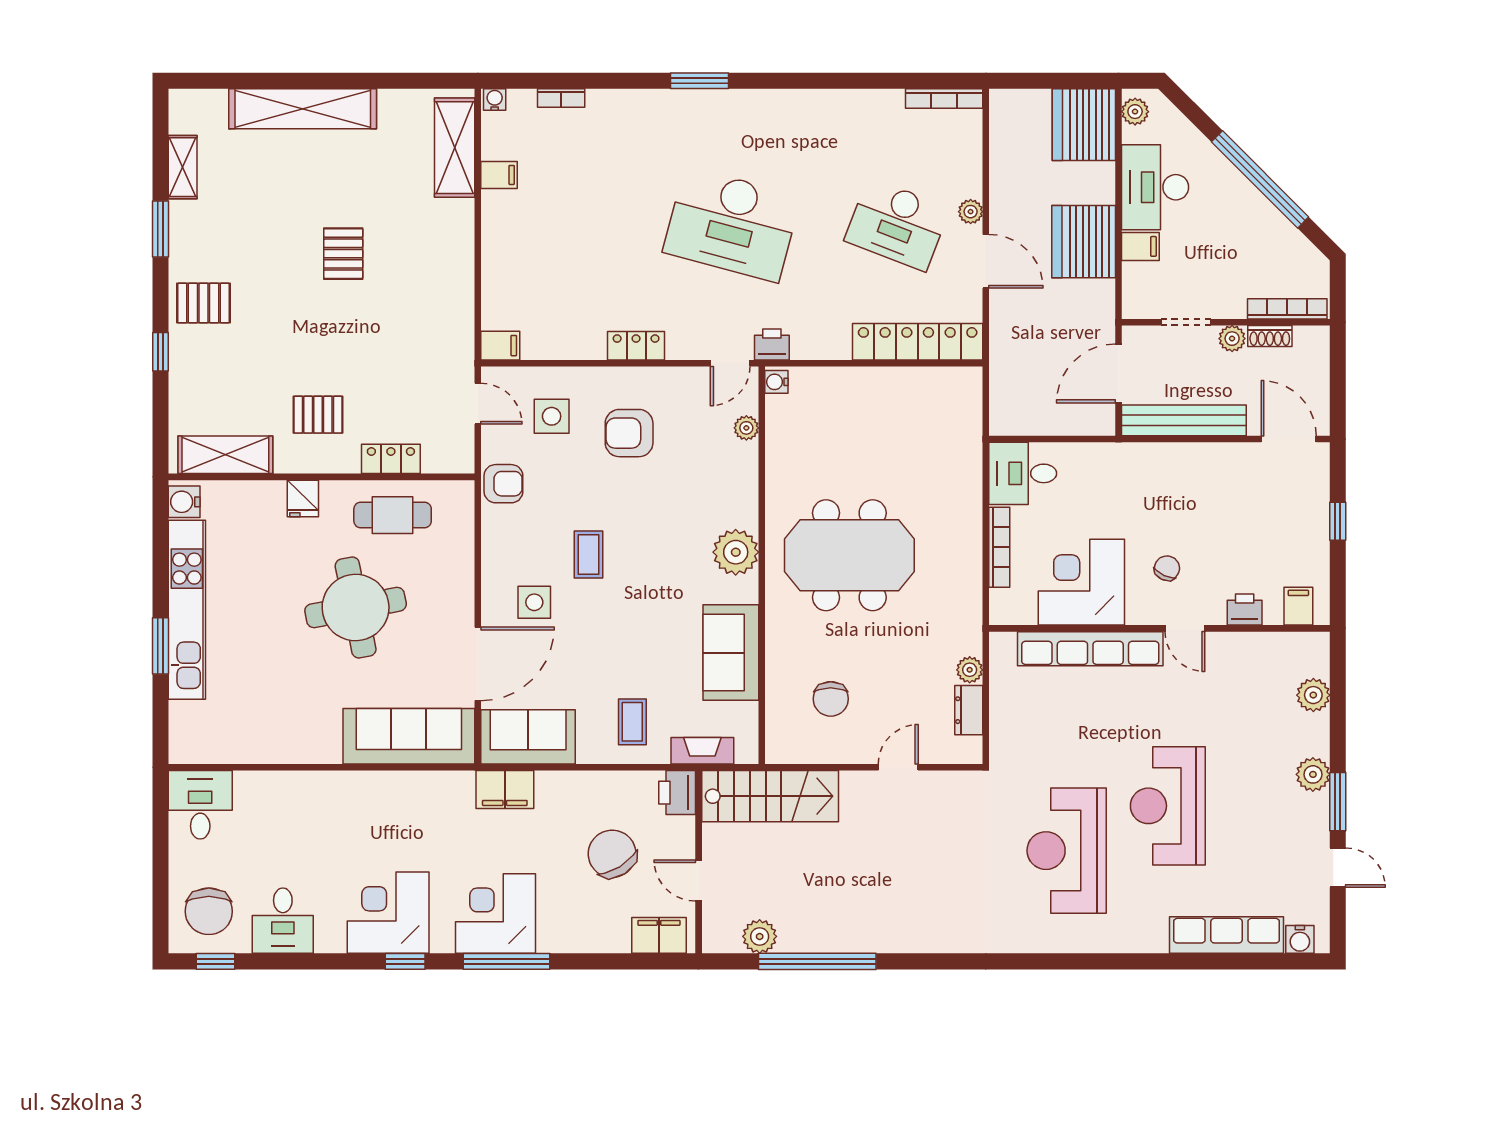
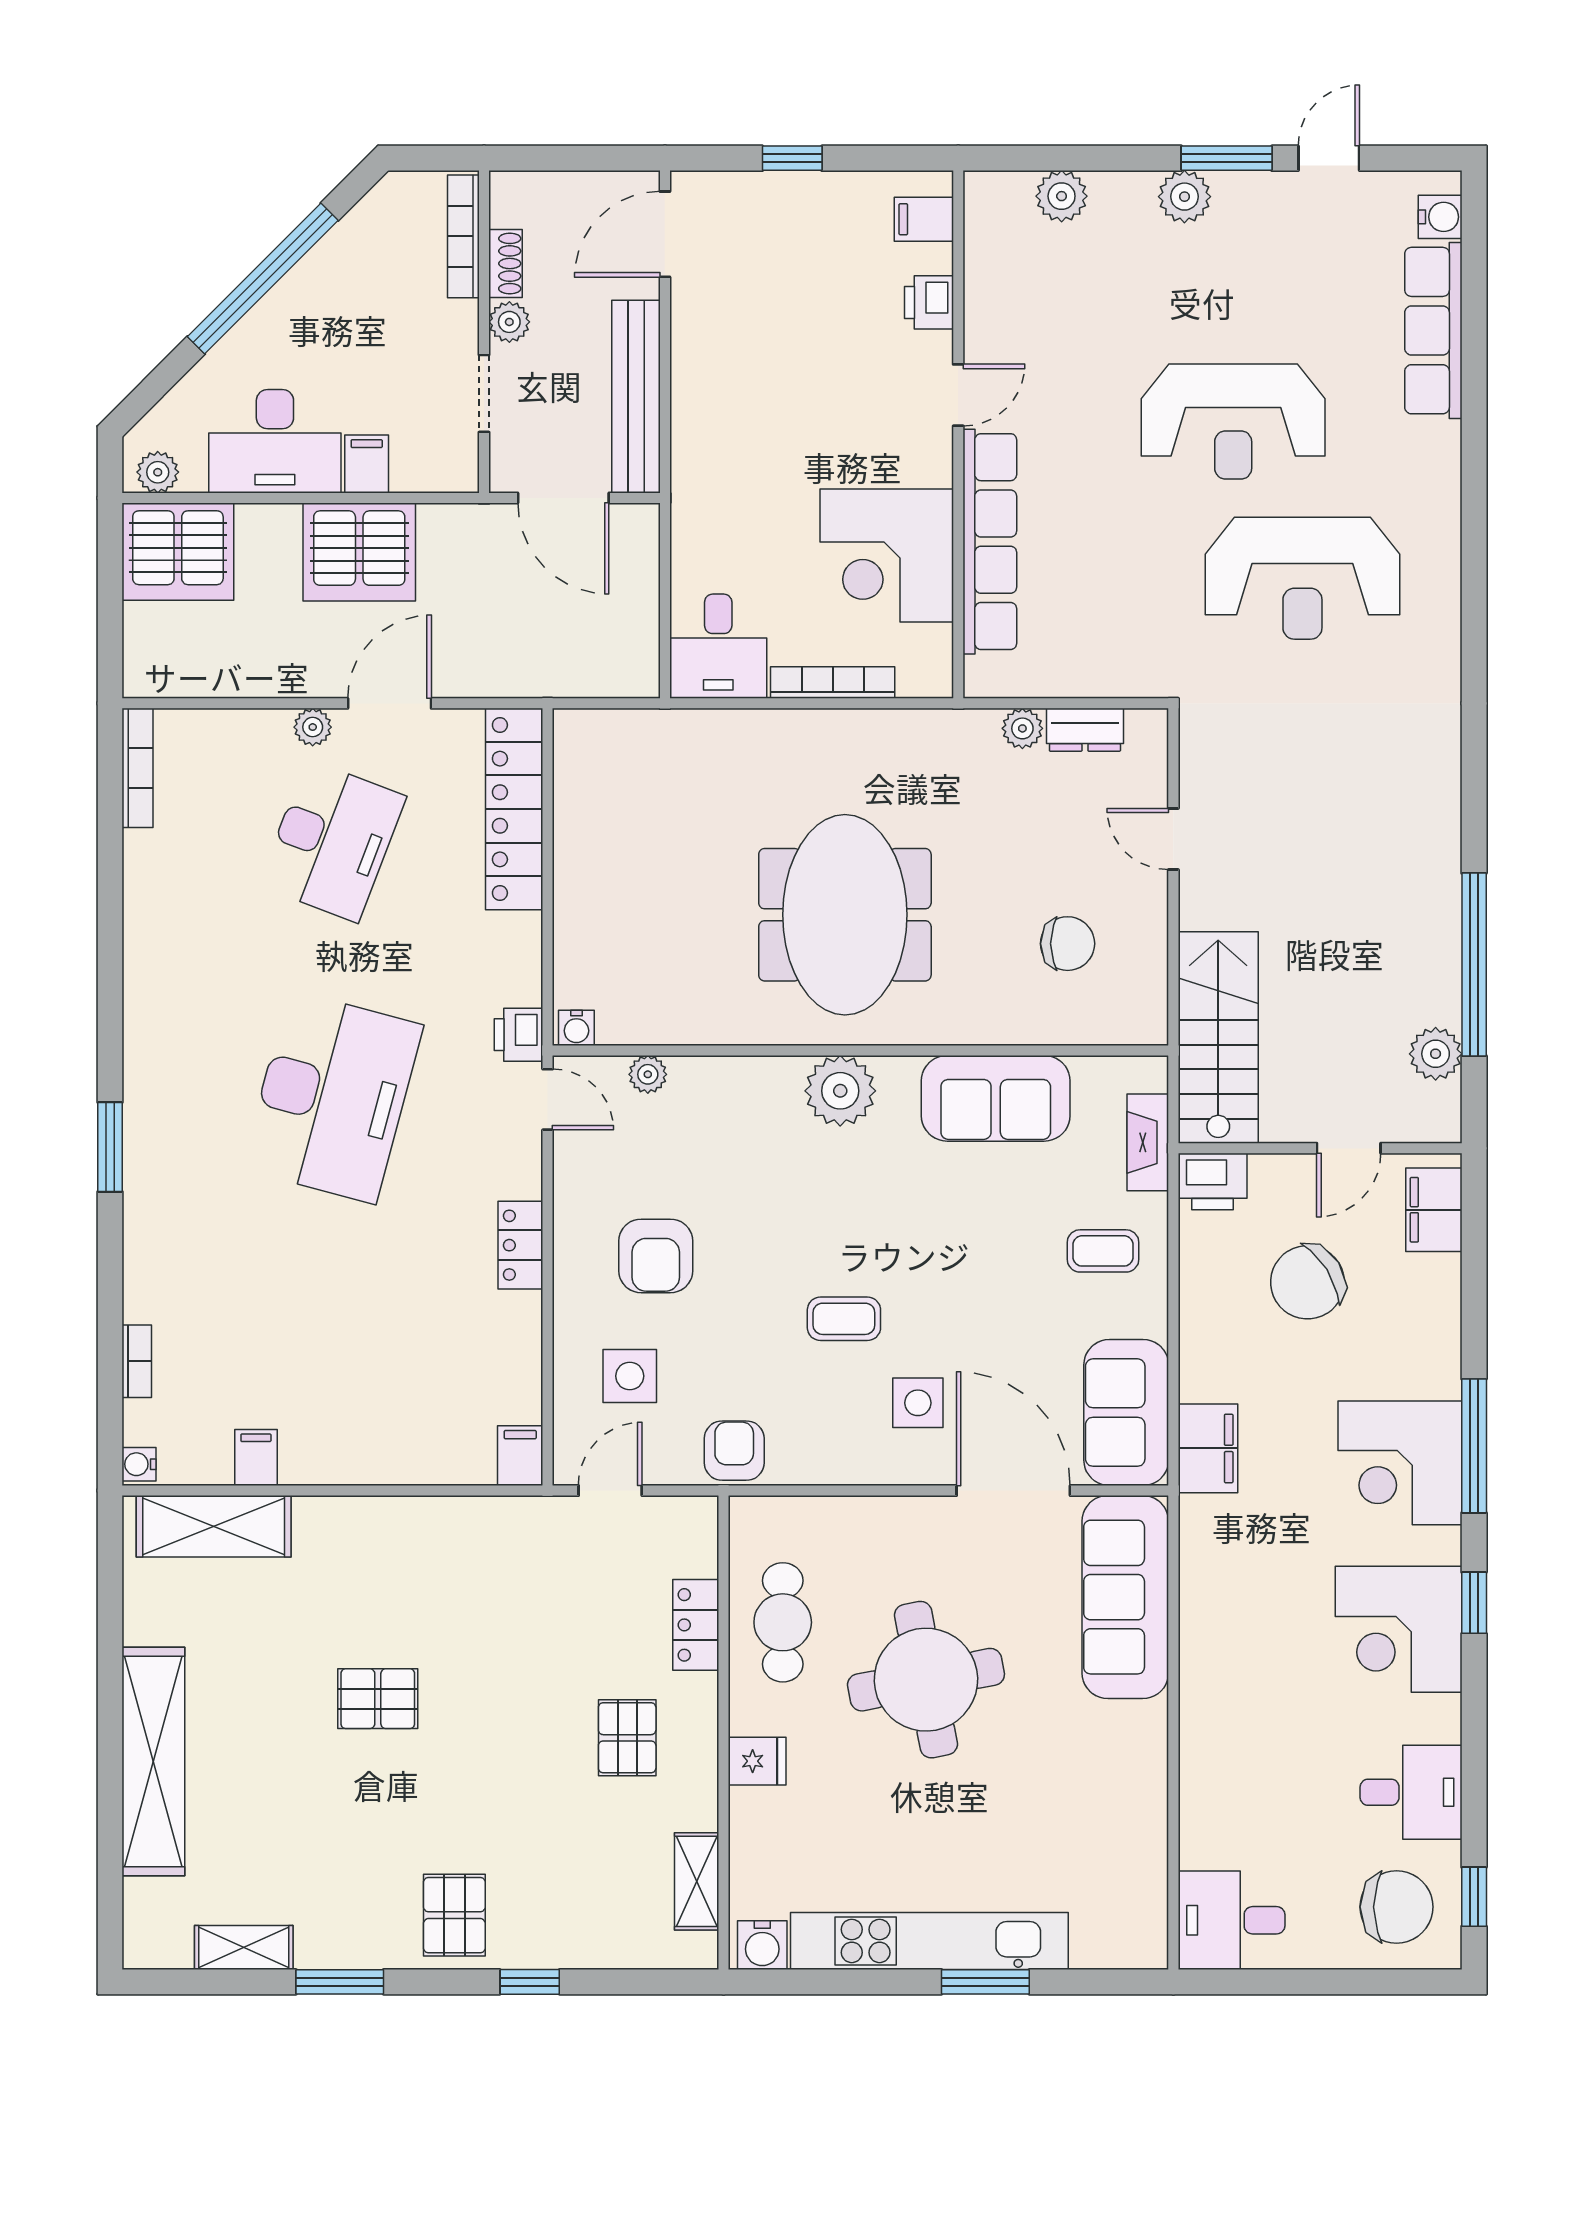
shelving: (225, 455) -> (697, 1881), width x0.67, depth x0.75
chair: (1167, 568) -> (865, 423), removed

